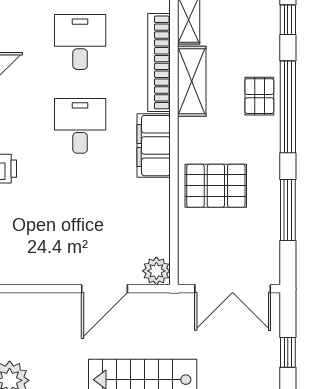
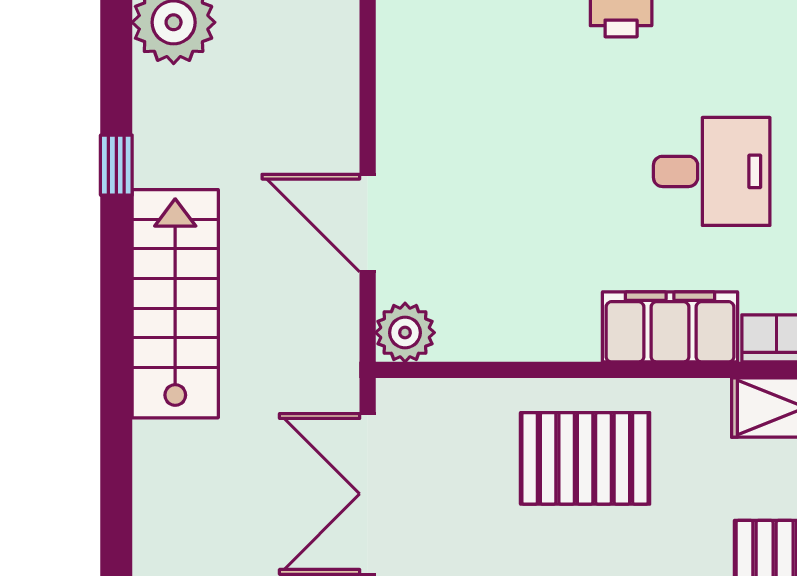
pallet: (216, 186) -> (585, 458), turned 90

